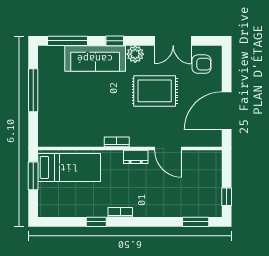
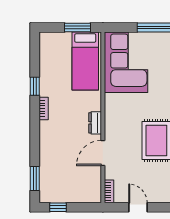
door: (227, 111) -> (138, 207), width x0.53
corner sofa: (70, 124) -> (126, 62), added
bookcase: (117, 142) -> (109, 191), moved

